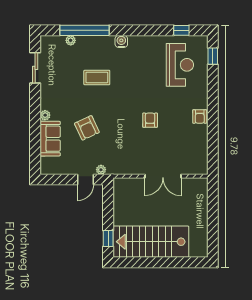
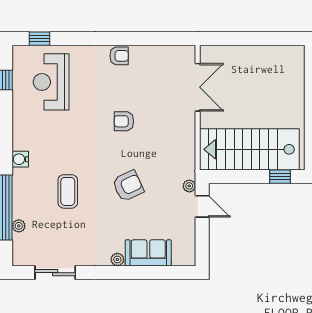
reception desk: (180, 65) -> (51, 82), turned -90
armchair: (87, 128) -> (128, 186), moved
double door: (163, 176) -> (198, 87), moved
stairs: (151, 242) -> (249, 149), moved, turned 90

